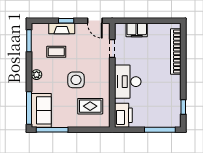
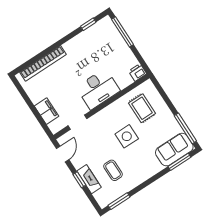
plant: (37, 75) -> (145, 175), removed
window: (29, 108) -> (179, 162), width x0.69
printer: (123, 115) -> (138, 72), width x0.53, depth x0.68

